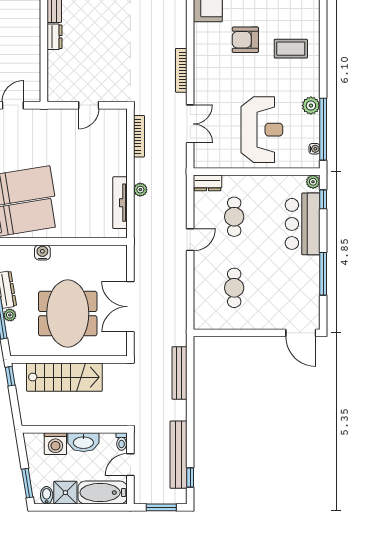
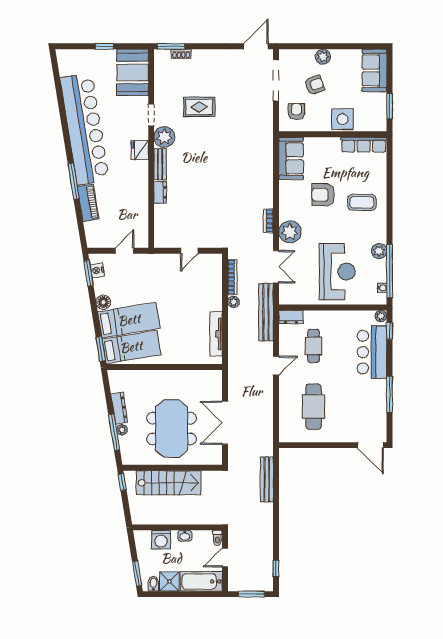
bookcase: (181, 70) -> (268, 221), width x0.64
plant: (207, 83) -> (290, 232), added
plant: (140, 190) -> (233, 302), moved
water cooler: (42, 252) -> (150, 376), removed
cafe table: (234, 288) -> (314, 407), width x1.37, depth x1.35
washbasin: (83, 442) -> (185, 536), width x0.52, depth x0.69
bench: (178, 455) -> (266, 312), moved

